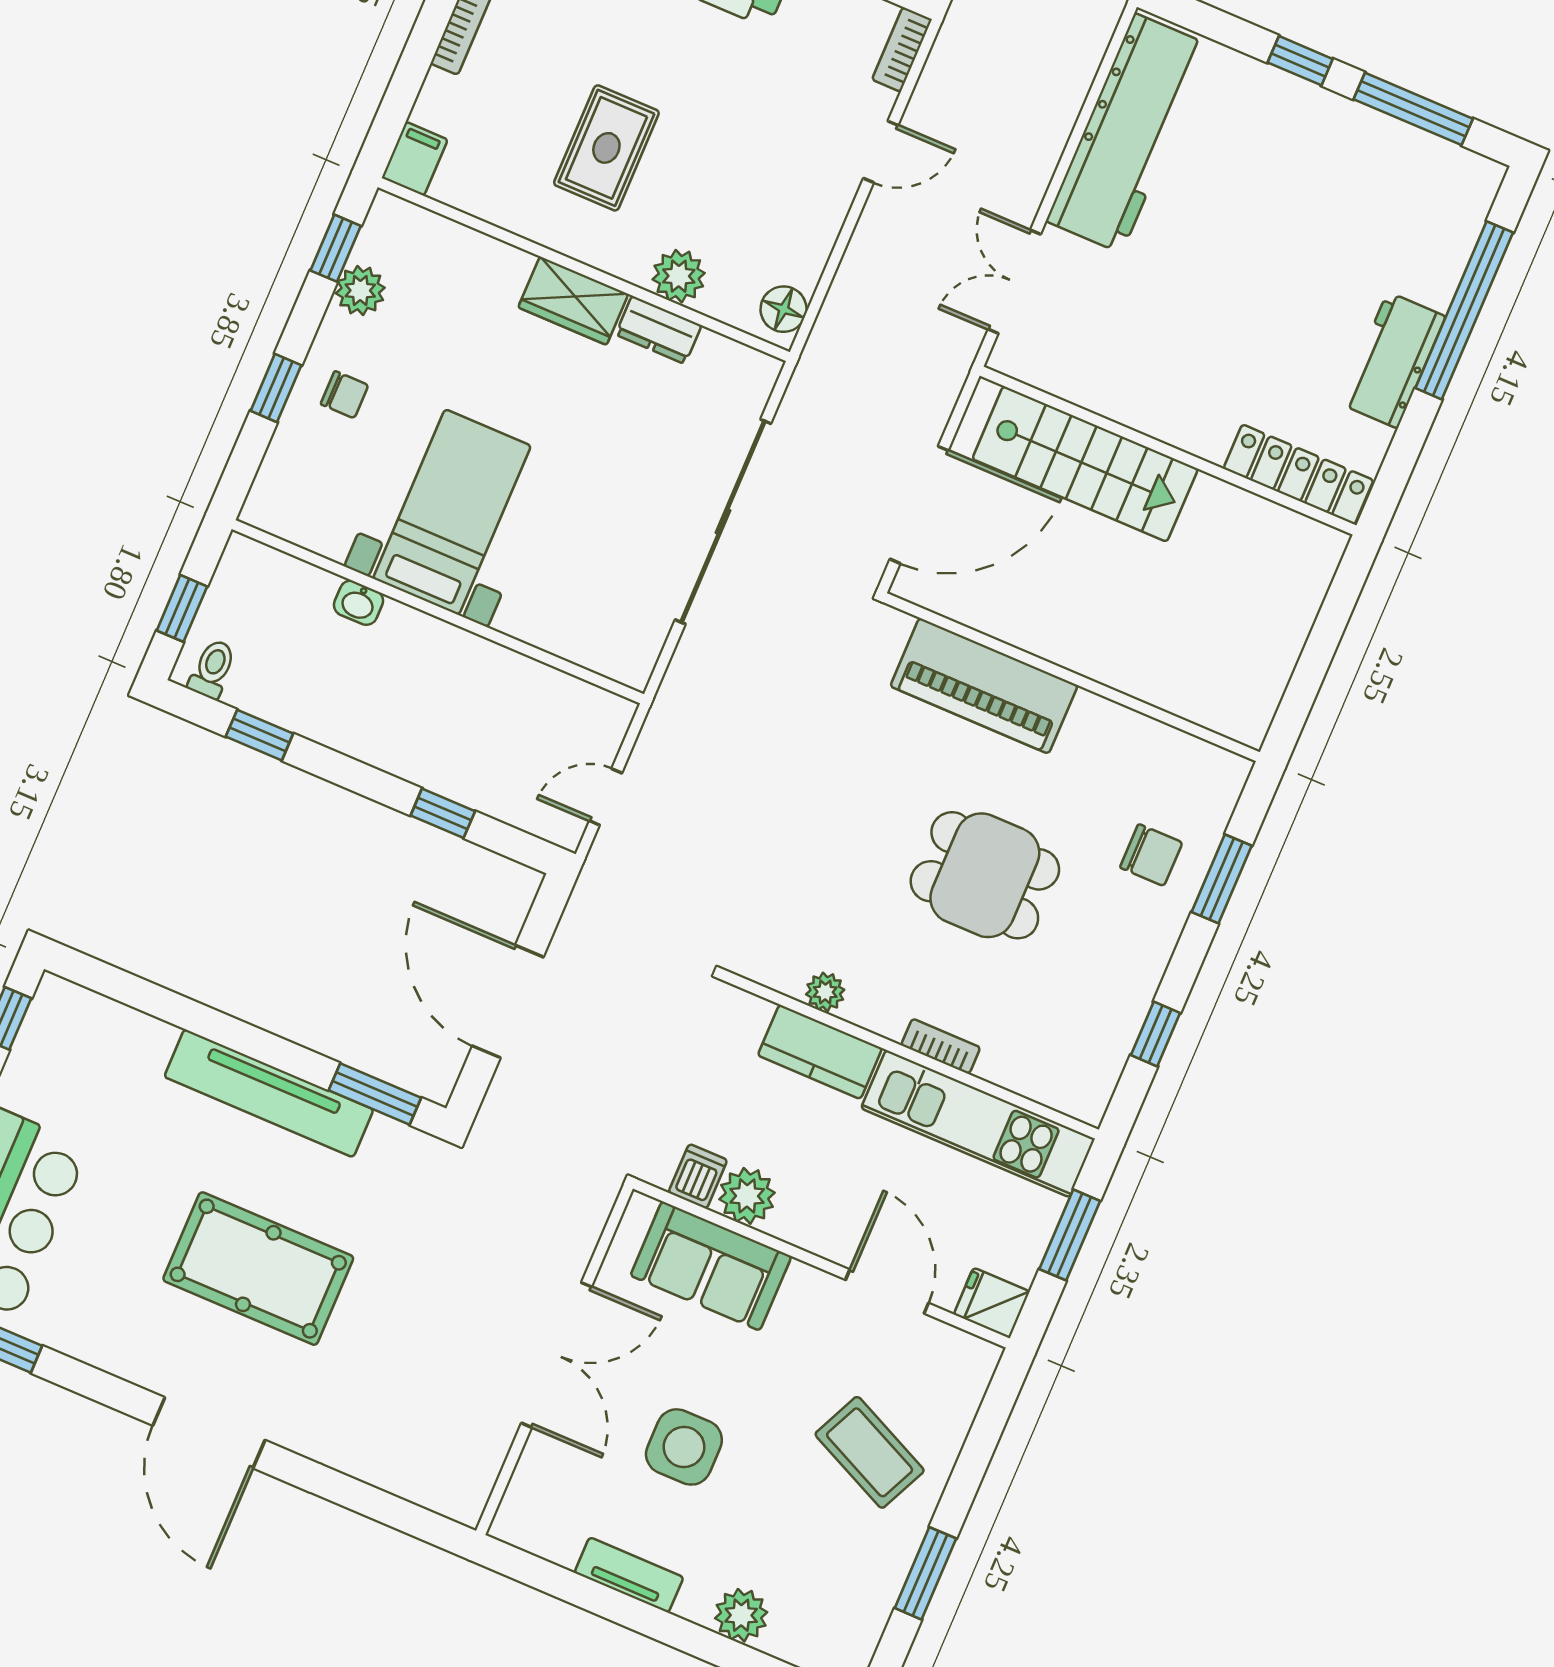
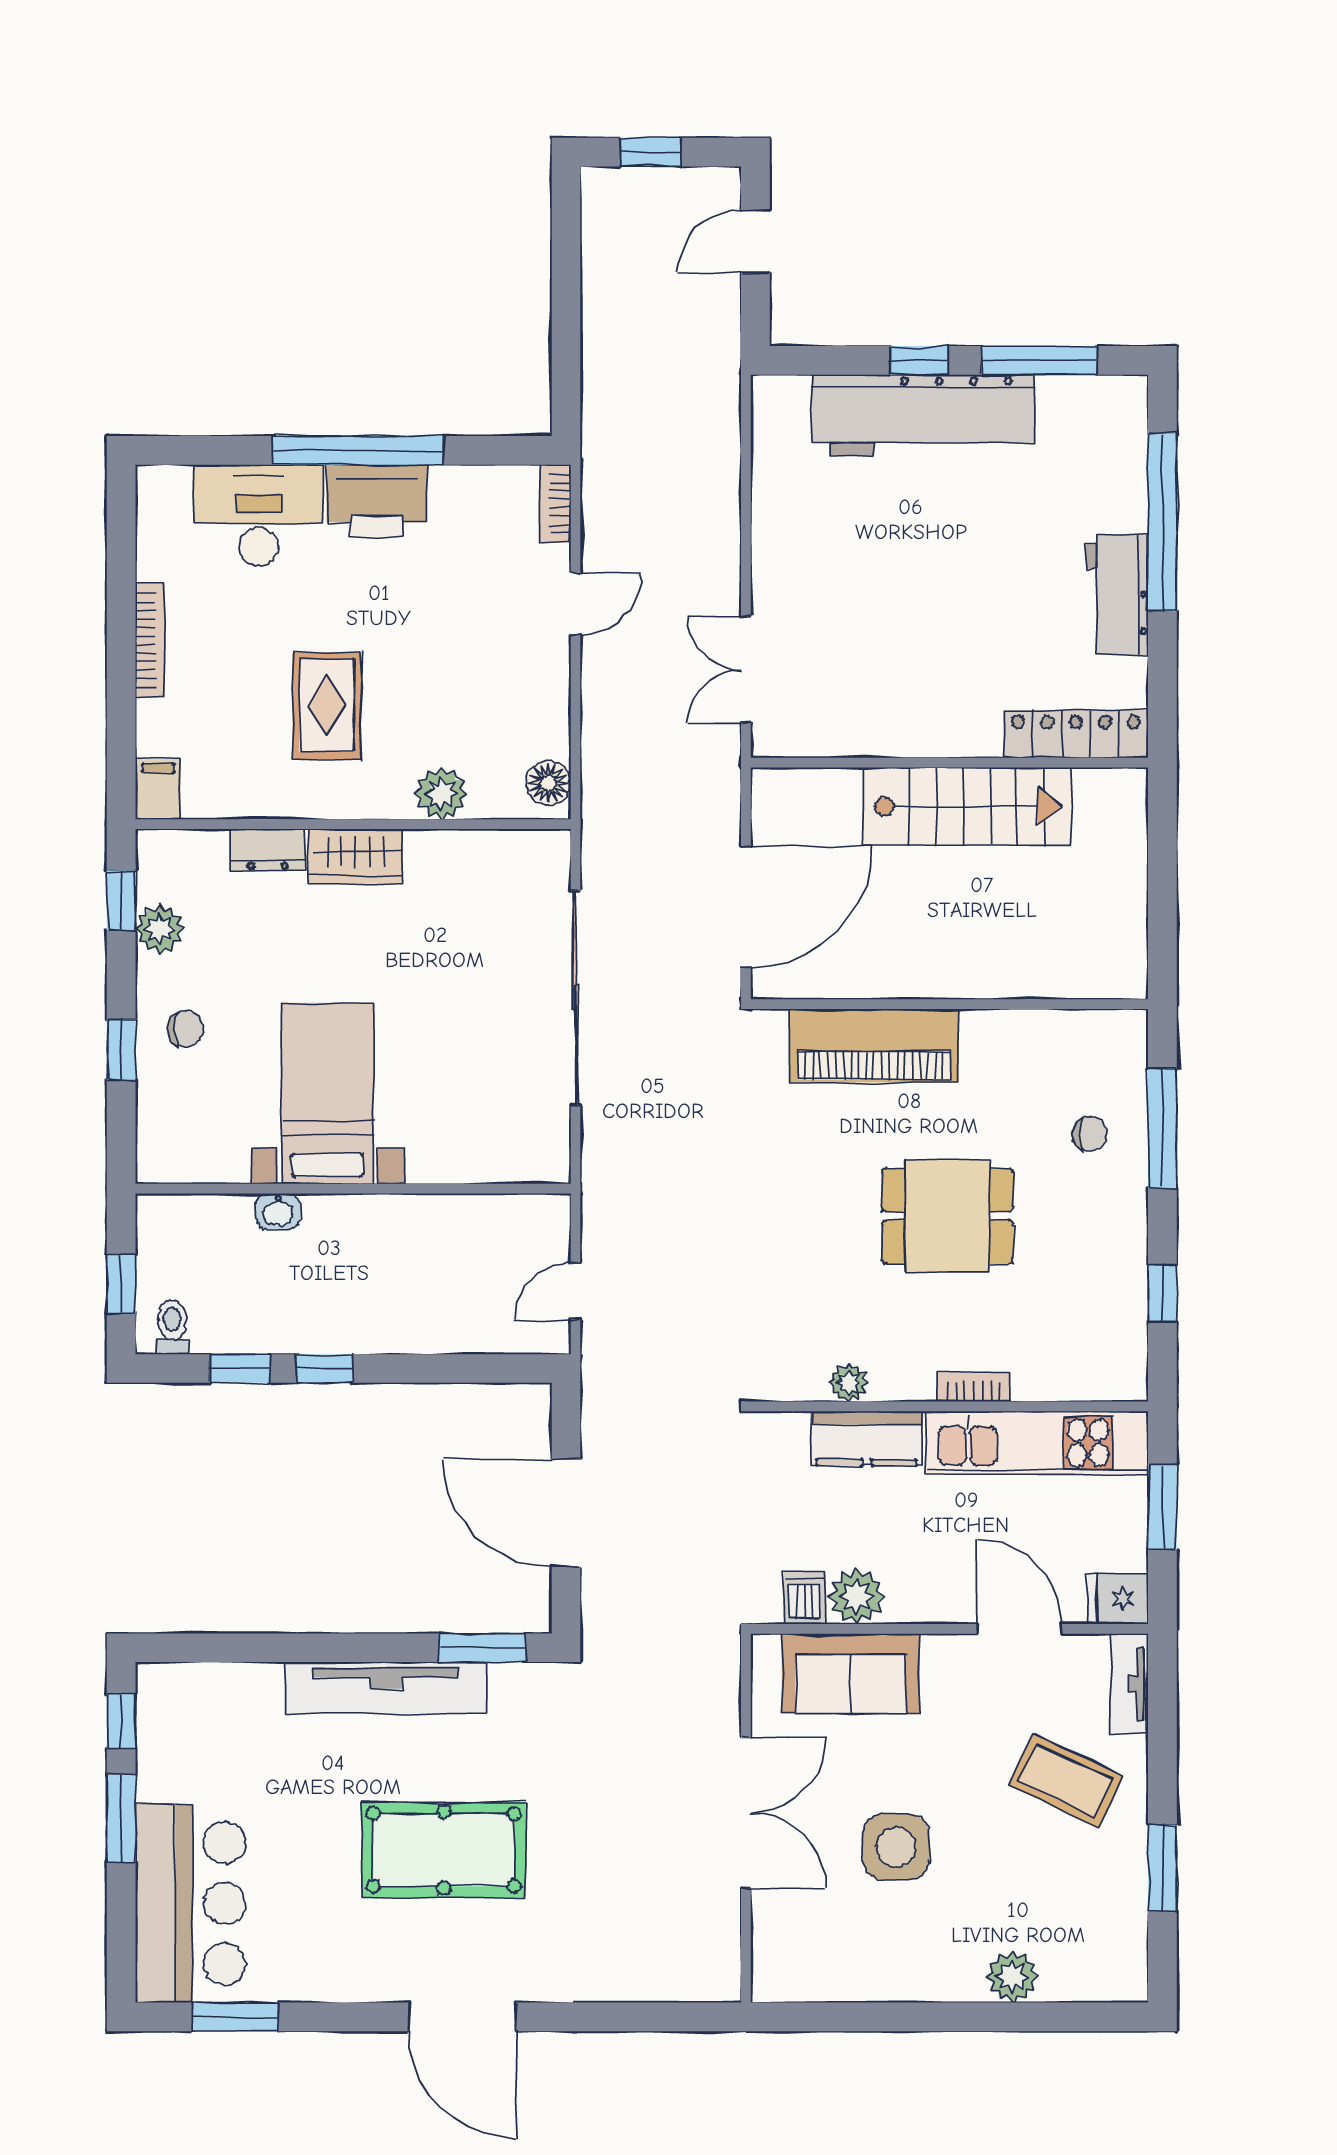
workbench: (1128, 133) -> (923, 415), moved, turned 90
dresser: (658, 330) -> (268, 850), moved
stairs: (1085, 464) -> (967, 807), moved
window: (443, 813) -> (325, 1368), moved
chair: (1151, 855) -> (1090, 1134), width x0.73, depth x0.73
window: (1222, 879) -> (1162, 1128), width x1.44
tv unit: (629, 1575) -> (1129, 1684), moved, turned -90

